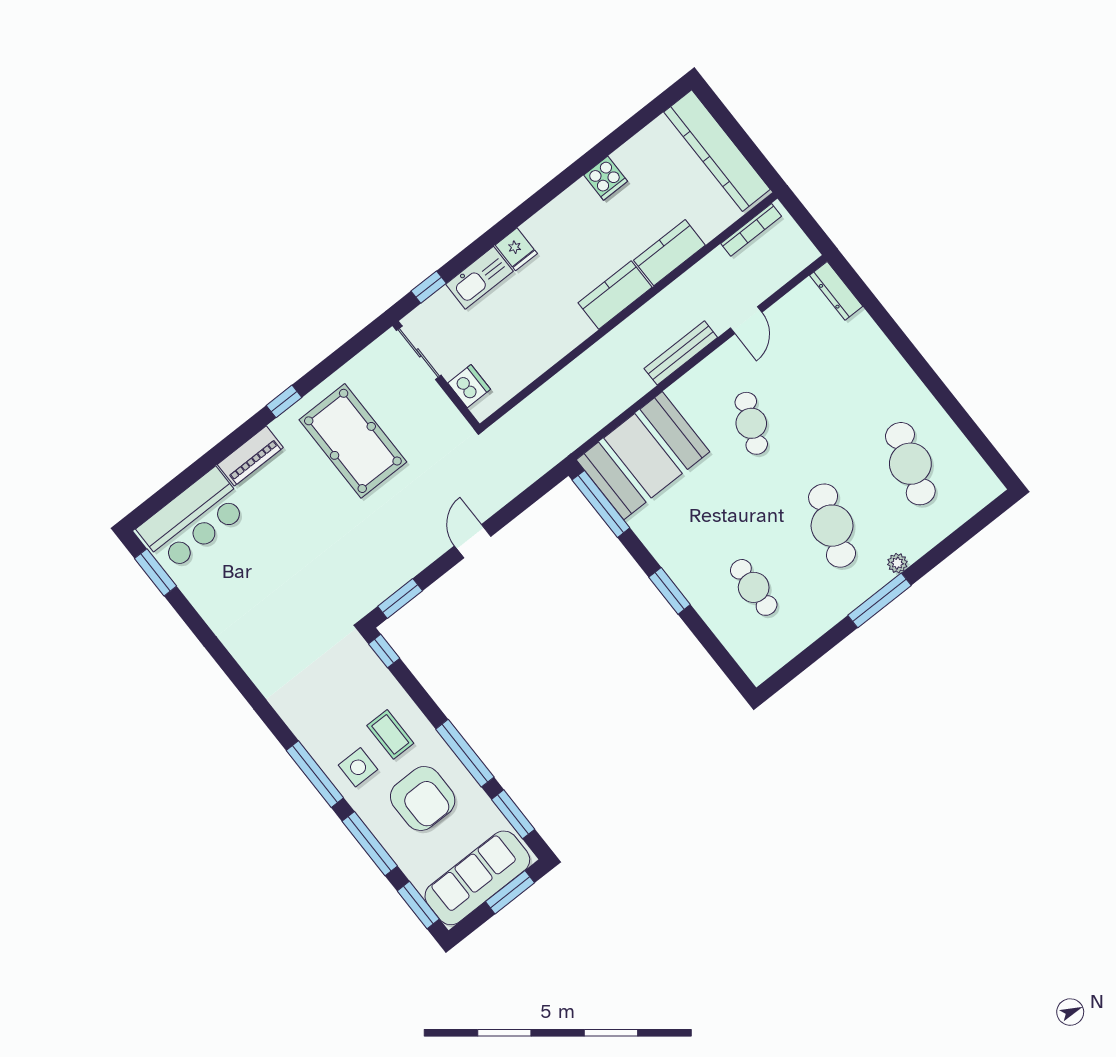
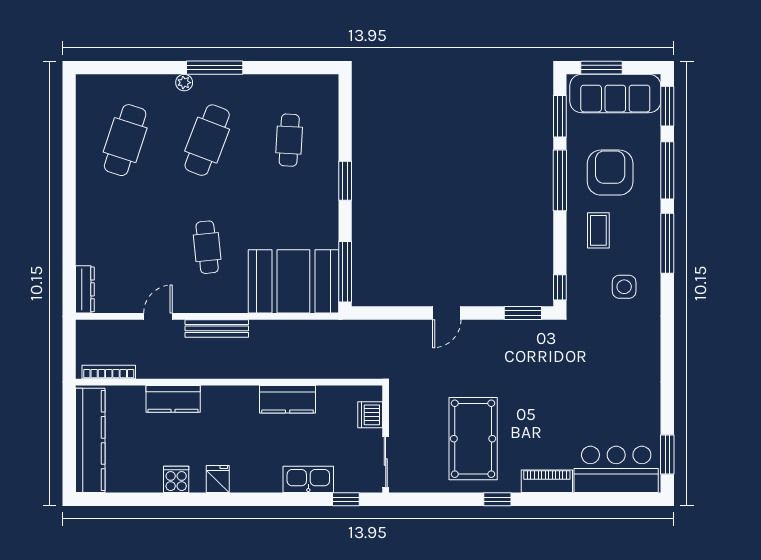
fridge: (516, 249) -> (218, 479), moved
kitchen counter: (615, 295) -> (288, 399), moved
cafe table: (751, 423) -> (207, 247), turned -30
side table: (358, 767) -> (624, 287), moved

